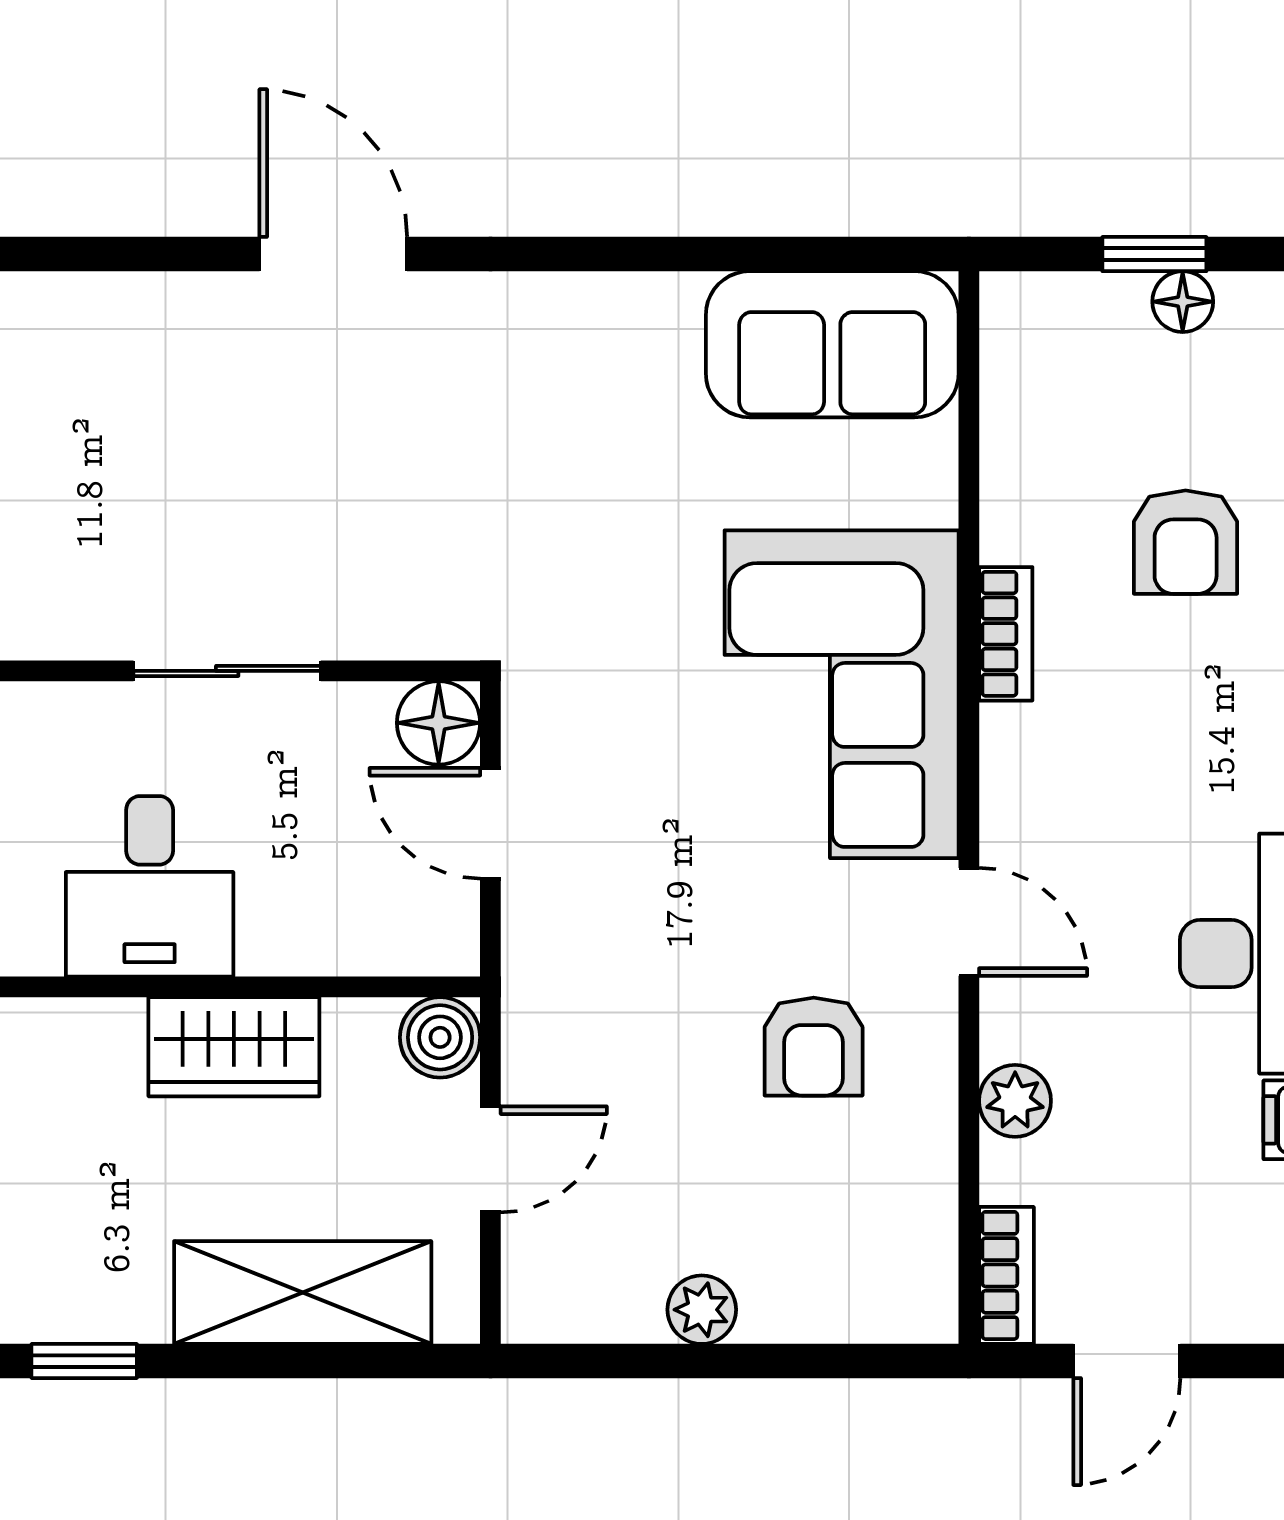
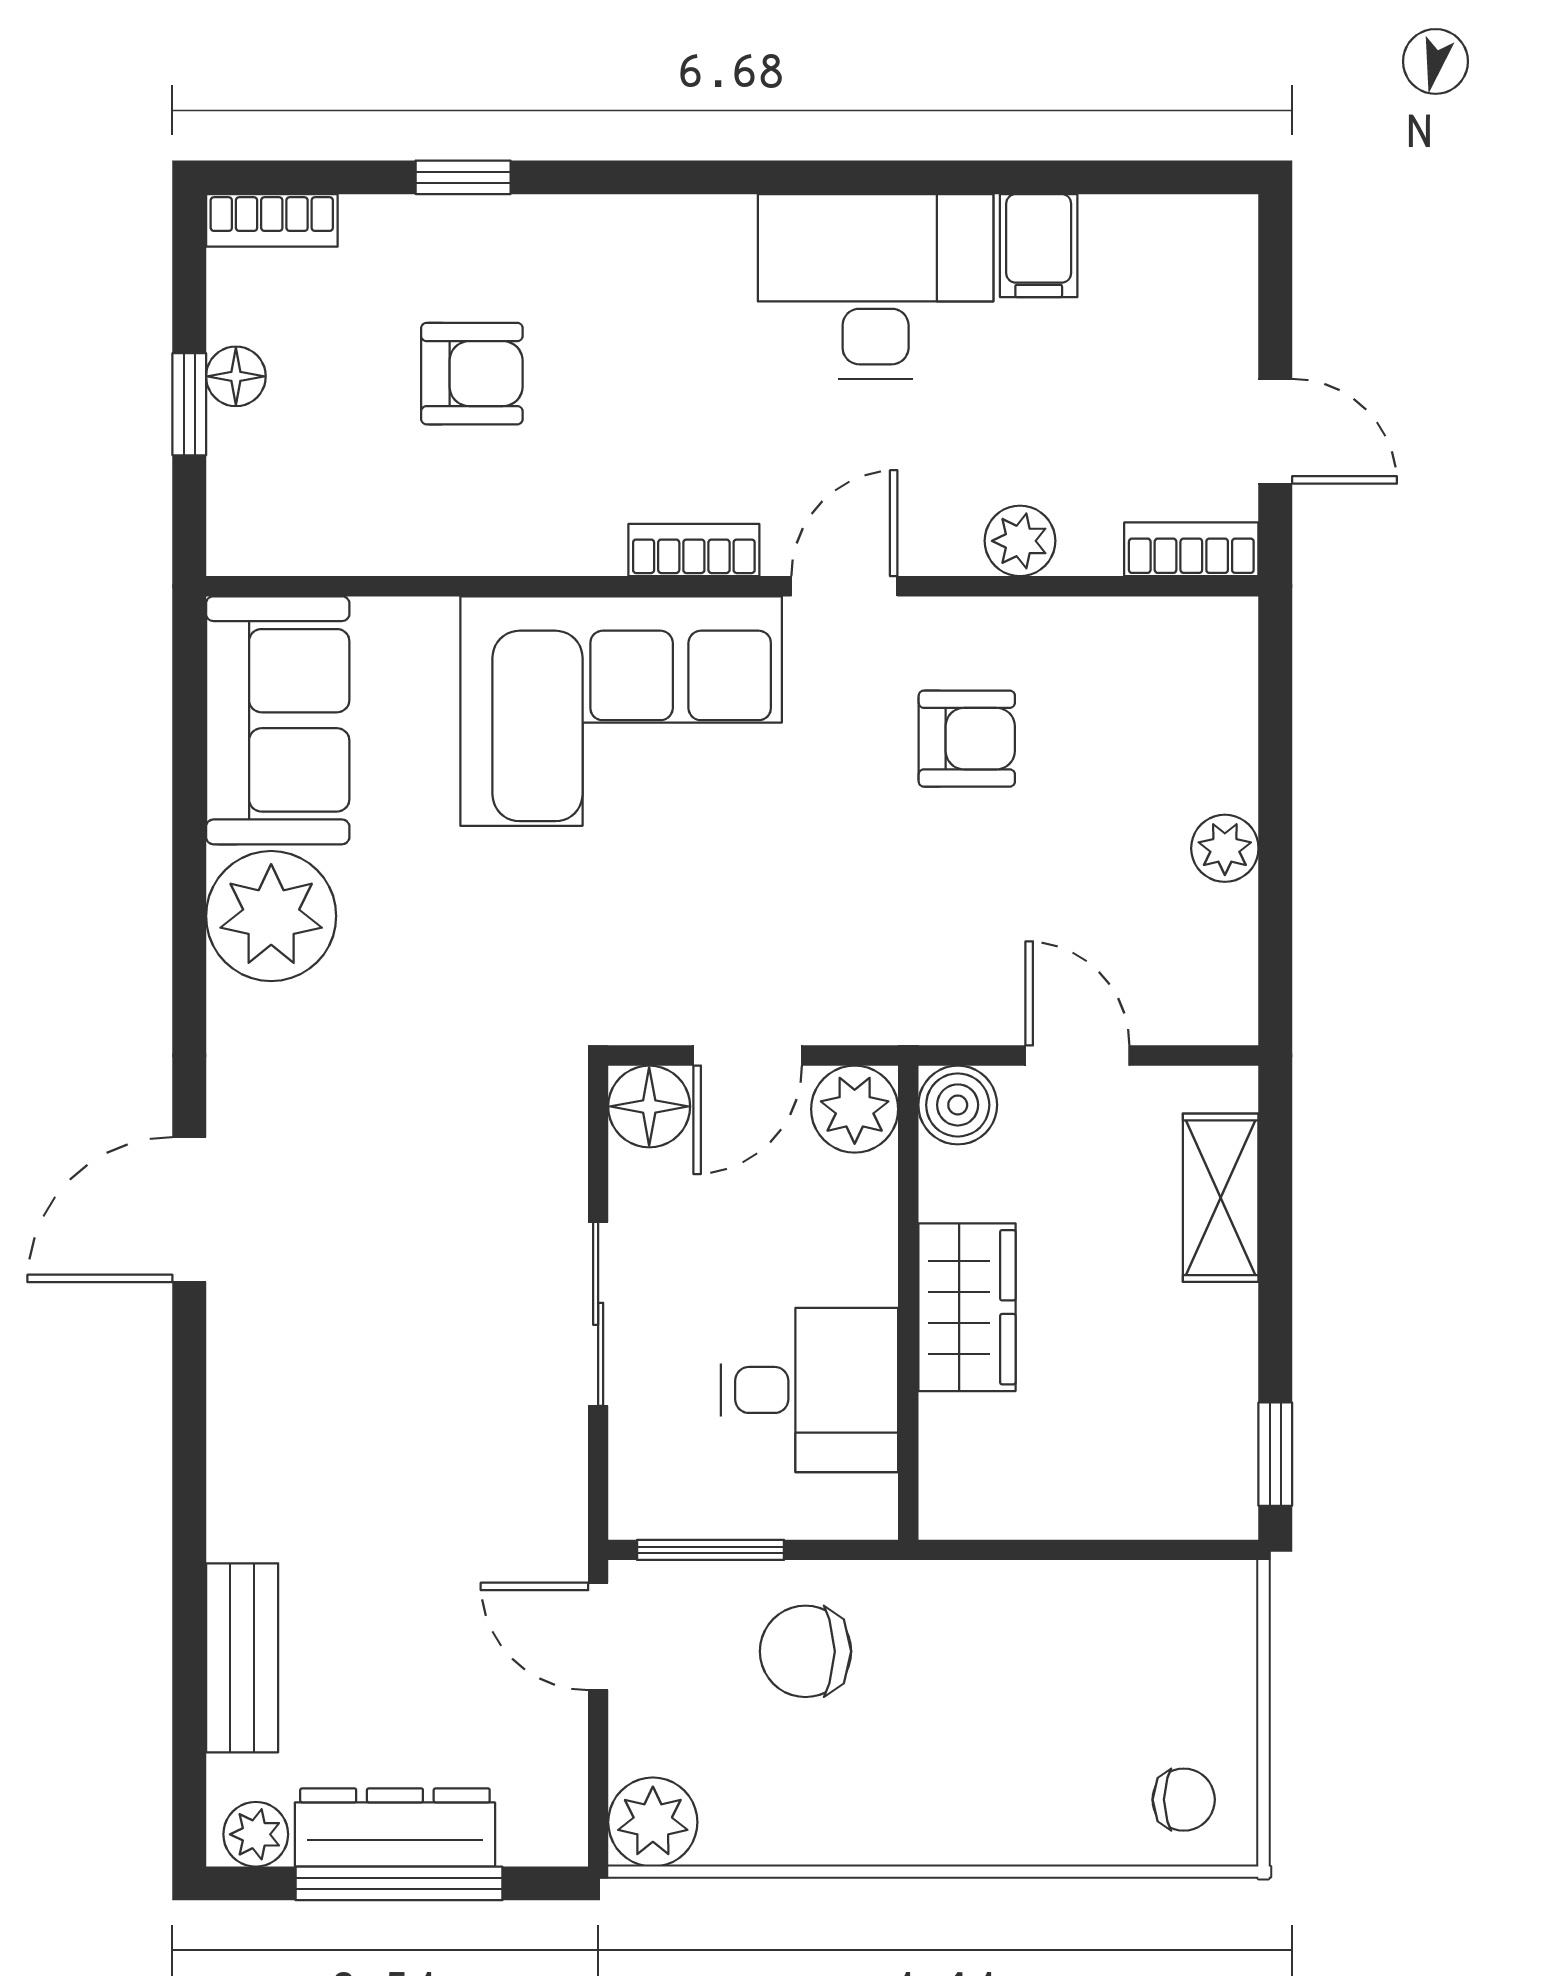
plant: (633, 338) -> (271, 916), added
bookcase: (1006, 634) -> (694, 550), moved
plant: (436, 932) -> (855, 1109), added
shelving: (303, 1293) -> (1221, 1198), width x0.67, depth x0.75

